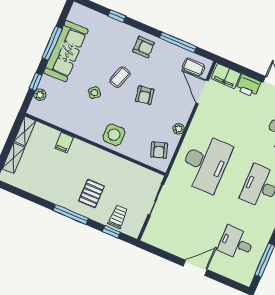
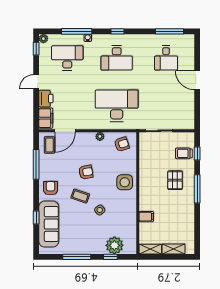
sofa: (66, 51) -> (49, 224), moved, turned 90
plant: (40, 95) -> (114, 245), width x1.87, depth x1.87
pallet: (92, 193) -> (175, 180), turned 90

